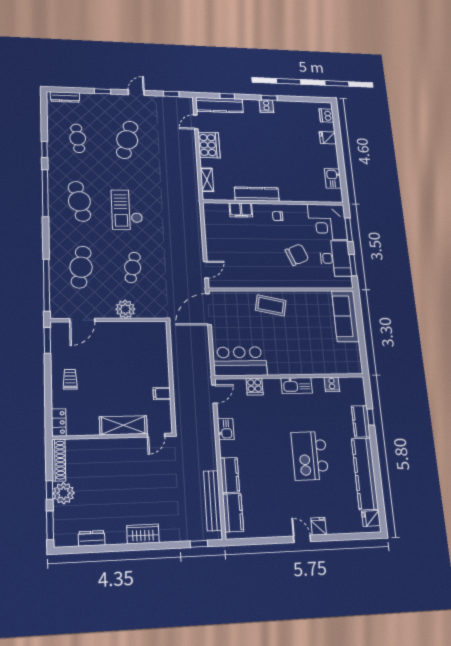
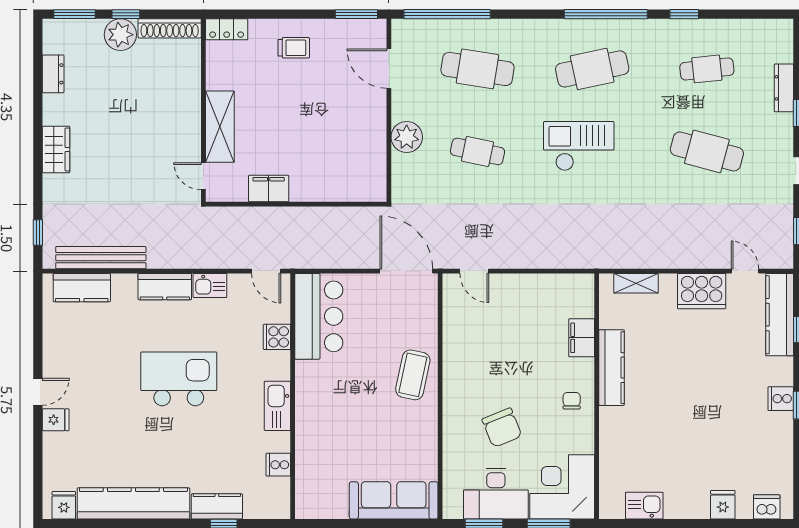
dresser: (65, 97) -> (784, 88), moved
filing cabinet: (162, 393) -> (269, 189), width x2.00
kitchen island: (310, 456) -> (179, 379), moved
kitchen counter: (230, 475) -> (165, 287), moved

